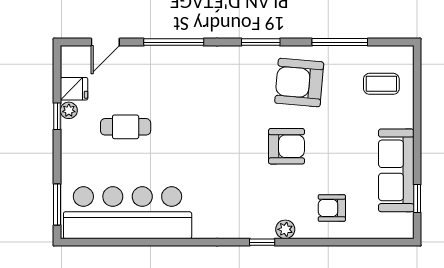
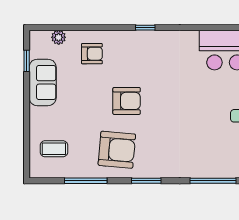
armchair: (287, 146) -> (127, 101), turned 180
sofa: (396, 170) -> (43, 82), width x0.73
plant: (285, 229) -> (59, 37), moved

